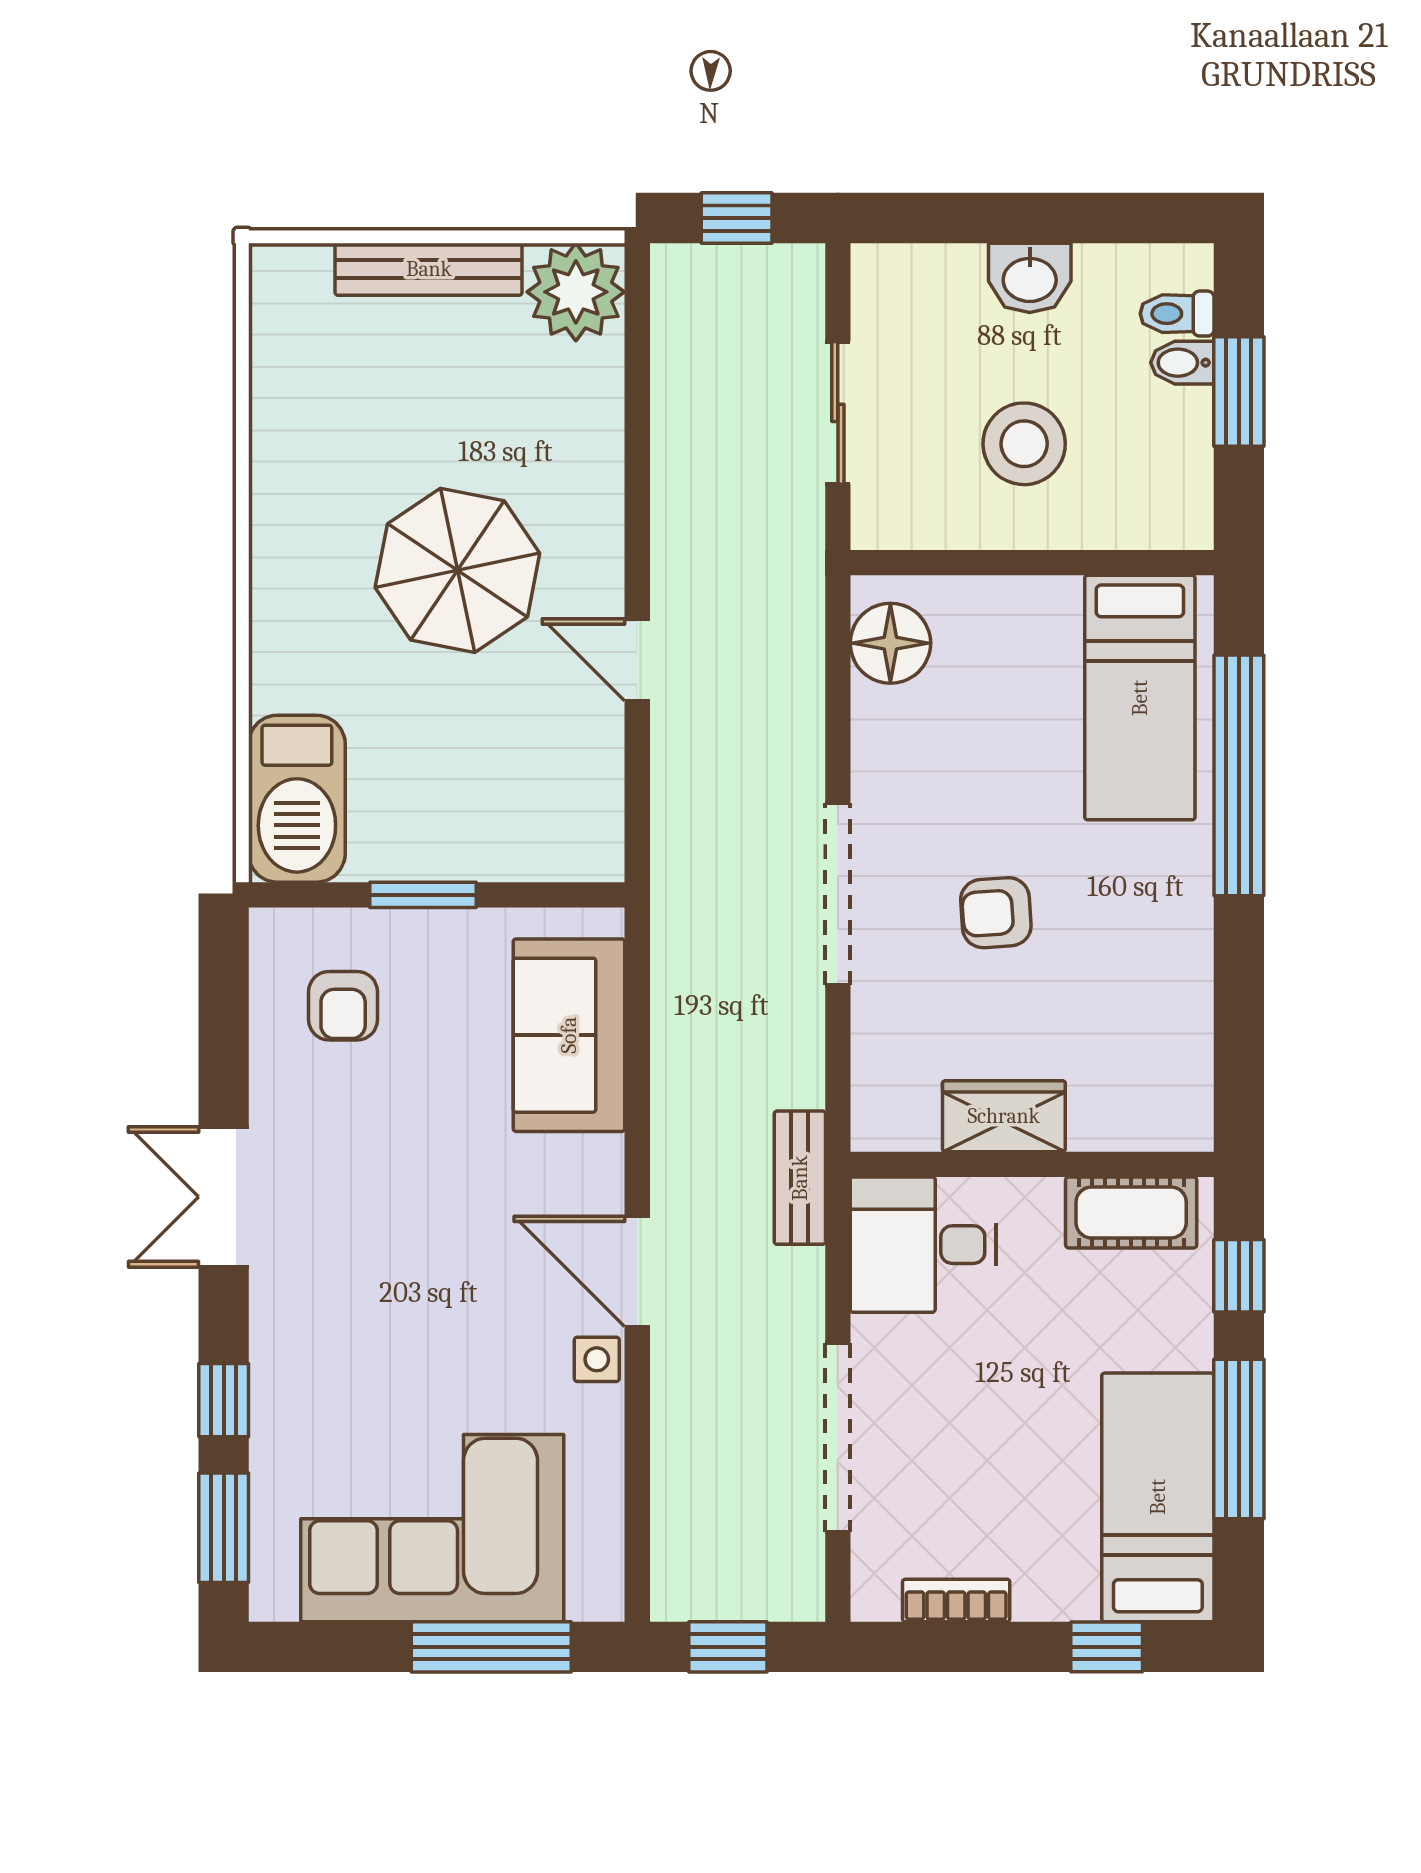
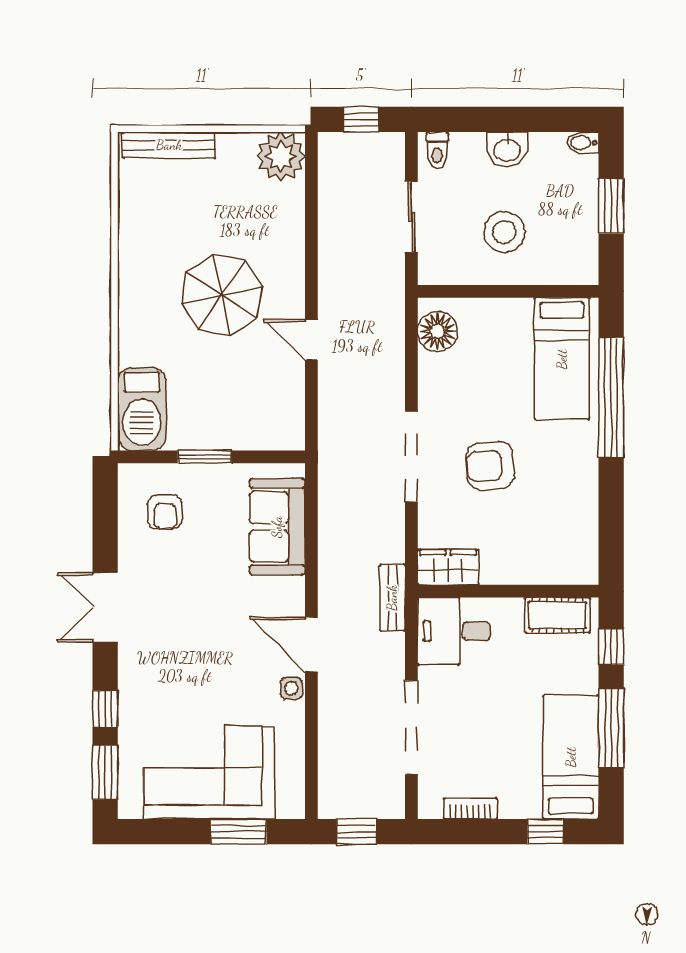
bench: (429, 269) -> (169, 145), moved
toilet: (1177, 314) -> (437, 150), moved, turned -90
bidet: (1182, 363) -> (583, 143), moved
armchair: (996, 913) -> (490, 466), width x1.38, depth x1.38
wardrobe: (1004, 1116) -> (448, 567), moved
window: (491, 1647) -> (239, 832), width x0.69

